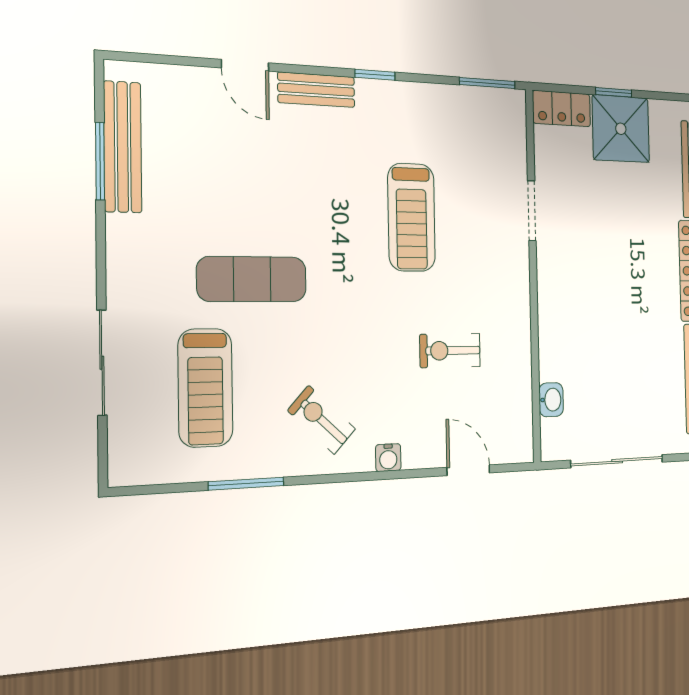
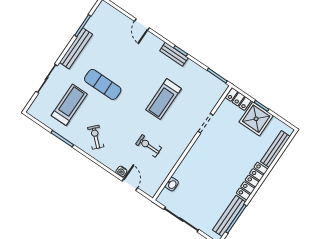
bench: (316, 90) -> (174, 54), moved
bench: (123, 147) -> (76, 48), moved
treadmill: (205, 388) -> (69, 105), turned 180
water cooler: (388, 458) -> (121, 171), moved

